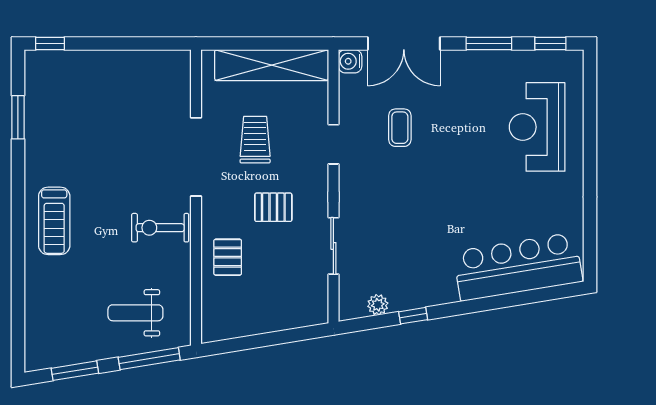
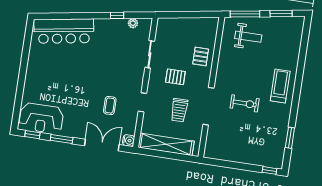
reception desk: (537, 127) -> (41, 118), moved, turned 90
exercise bike: (160, 228) -> (245, 103), moved

